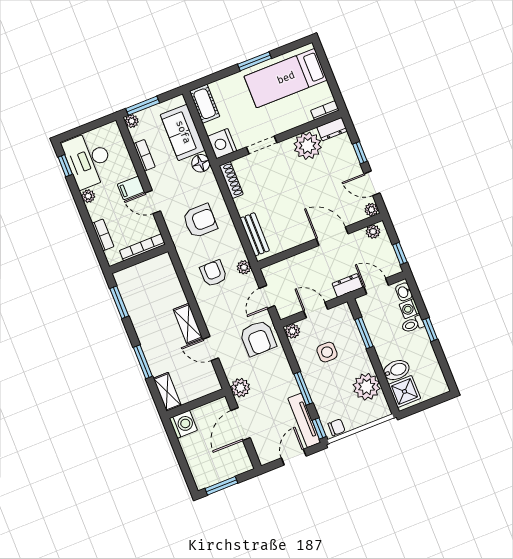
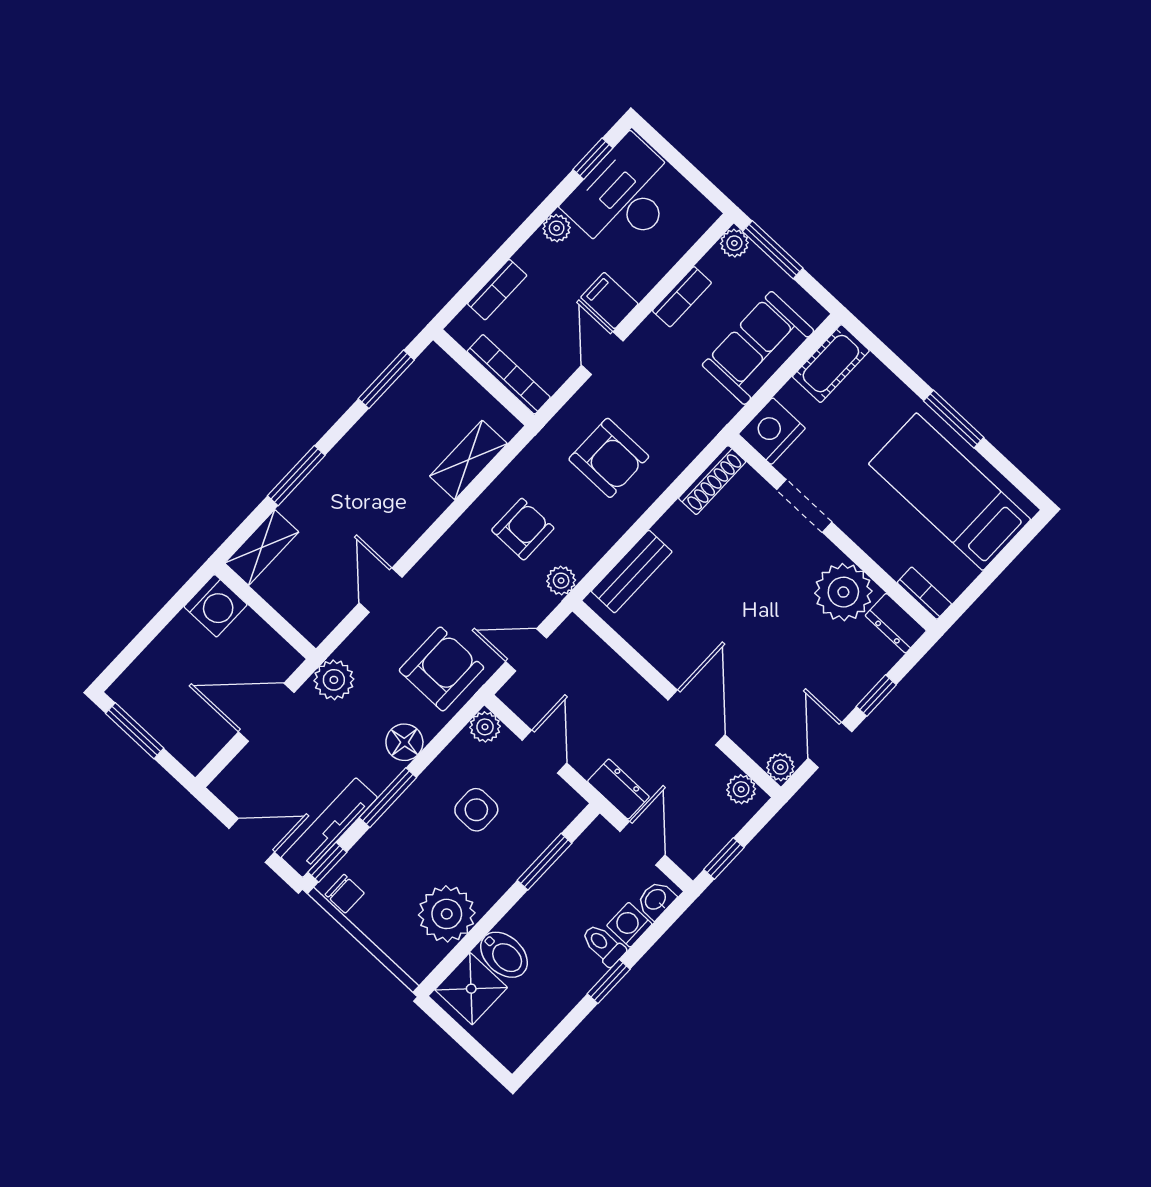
floor lamp: (201, 163) -> (404, 742), moved
shelving: (188, 324) -> (468, 460), moved
armchair: (258, 338) -> (442, 669), turned 180

